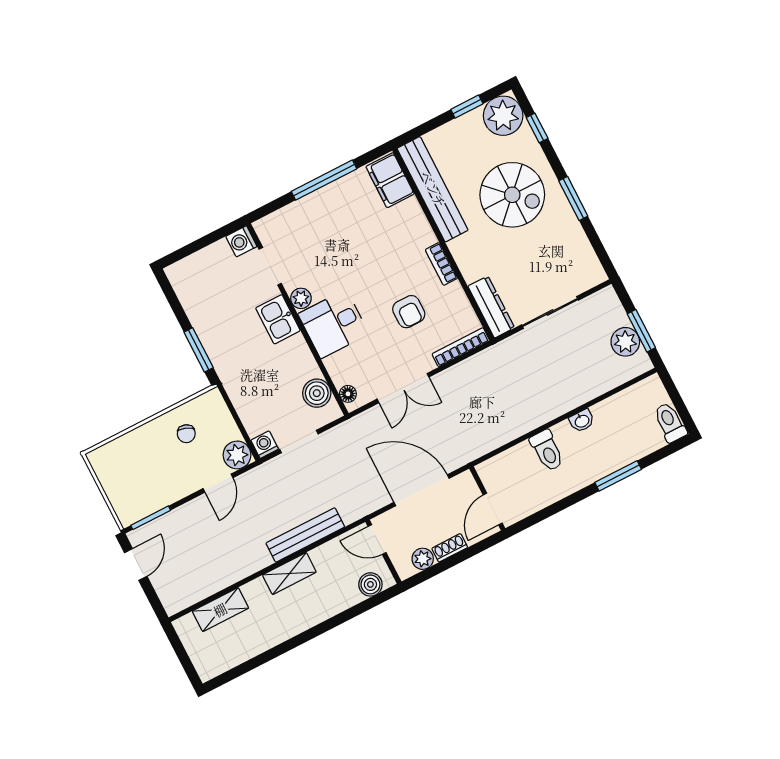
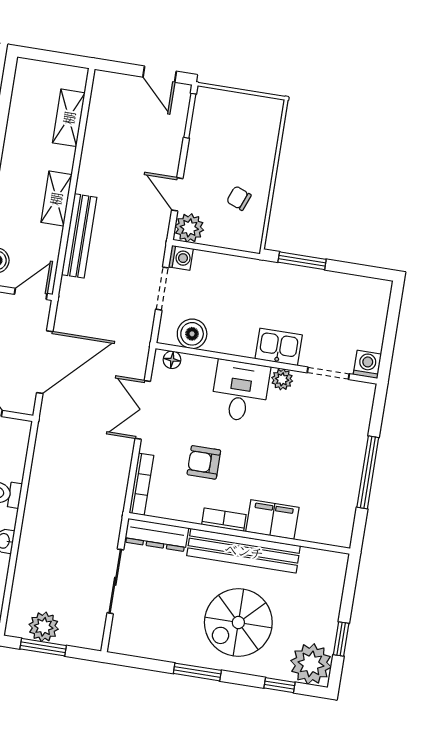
filing cabinet: (390, 180) -> (272, 519), moved
bench: (433, 189) -> (244, 551), moved

